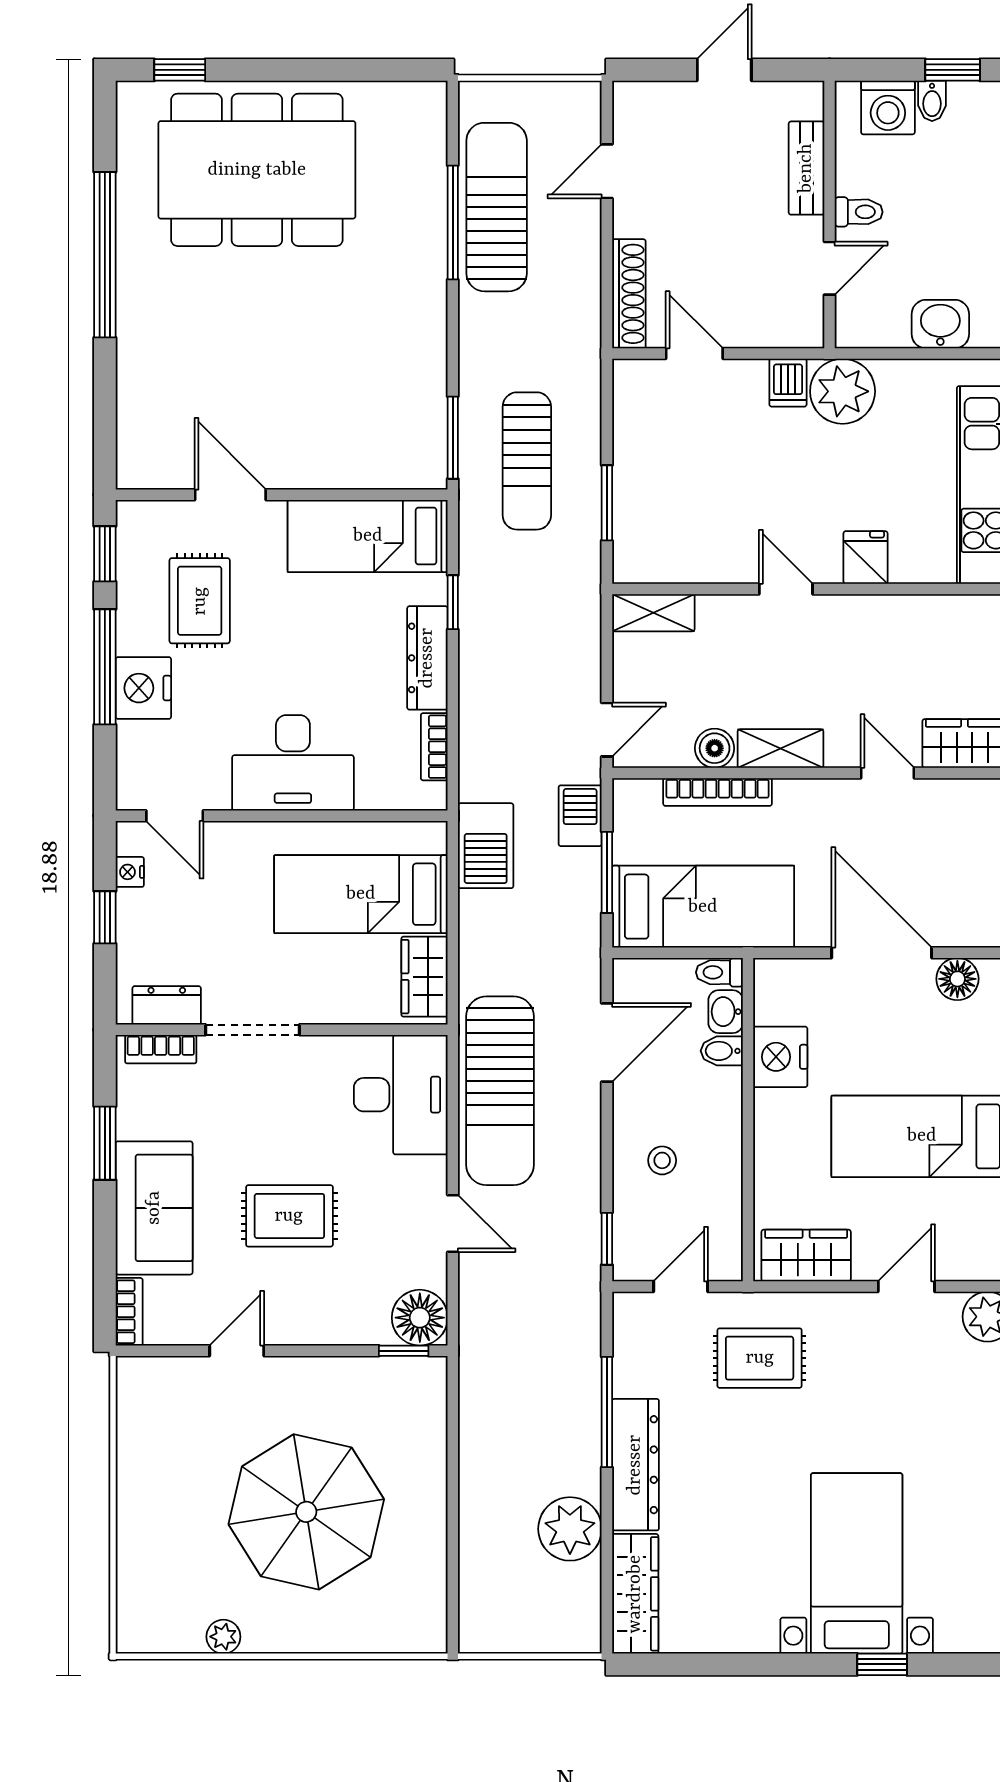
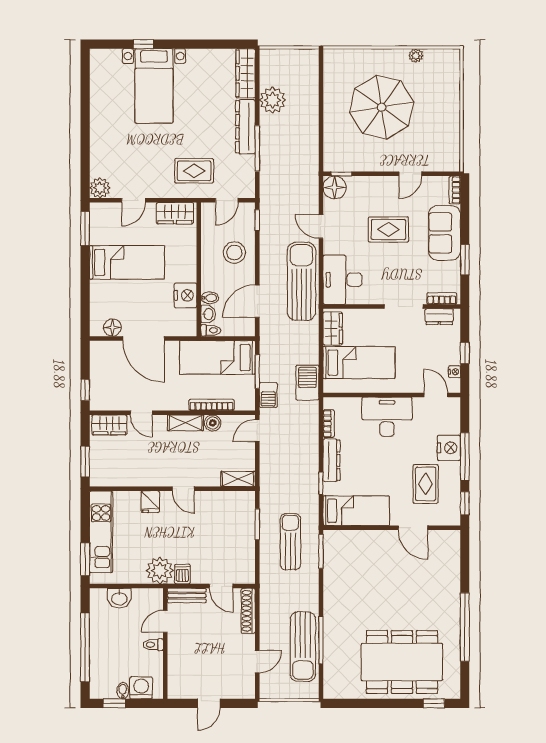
bench: (806, 168) -> (187, 596), moved, turned 90
stool: (662, 1160) -> (234, 253), width x1.89, depth x1.89

